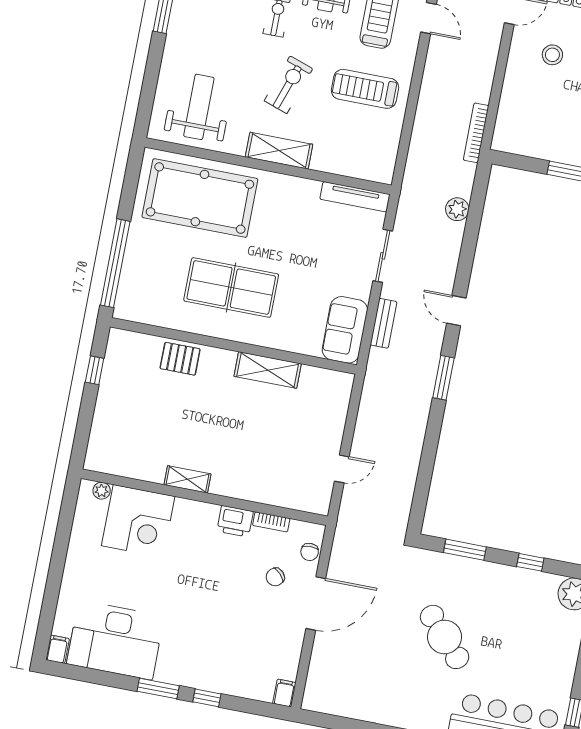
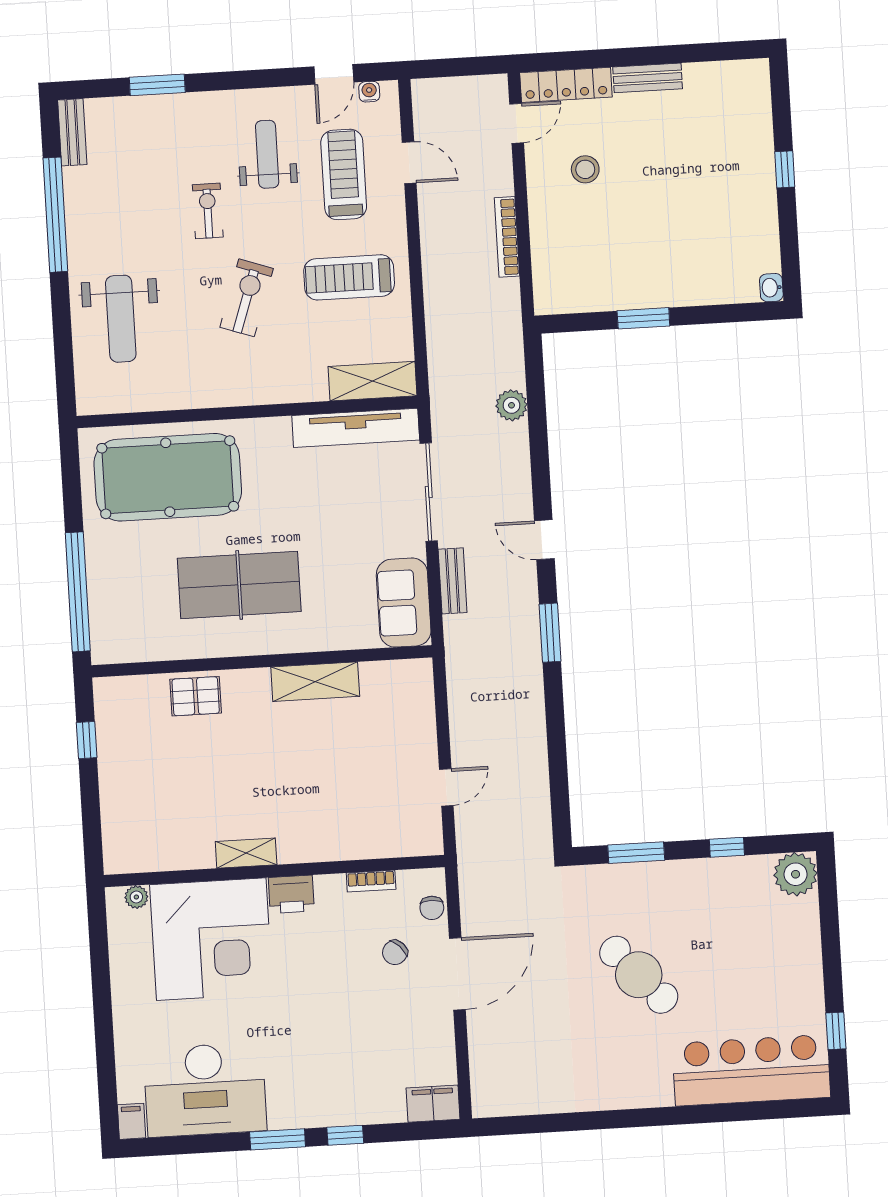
weight bench: (199, 107) -> (121, 319), moved, turned 180
bookcase: (476, 133) -> (507, 237), moved
shelving: (279, 151) -> (372, 381), moved
tv unit: (355, 197) -> (356, 428), width x1.36, depth x1.29
sliding door: (383, 256) -> (429, 492), width x1.37
corner desk: (138, 521) -> (211, 939), width x1.36, depth x1.36
printer: (235, 521) -> (291, 894), moved
filing cabinet: (284, 693) -> (433, 1104), width x2.00

